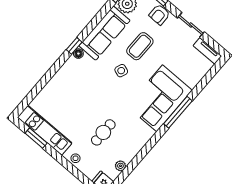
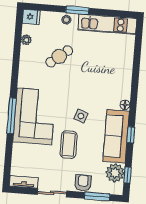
window: (74, 46) -> (131, 135), moved
coffee table: (140, 46) -> (69, 145), moved
cafe table: (103, 132) -> (59, 56), turned 51
window: (36, 138) -> (77, 10), moved

